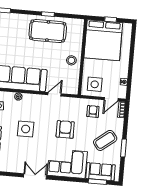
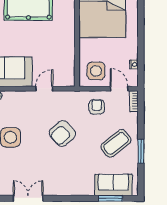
stool: (71, 60) -> (63, 42), removed
door: (111, 99) -> (119, 89), swing flipped
armchair: (65, 129) -> (62, 133), turned -132
corner sofa: (67, 163) -> (69, 178), removed

